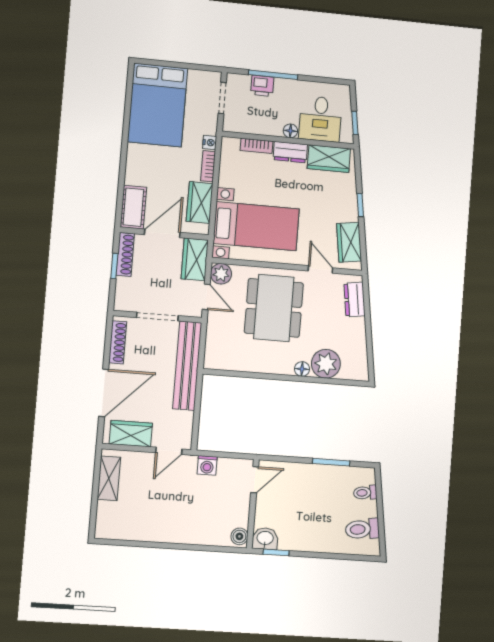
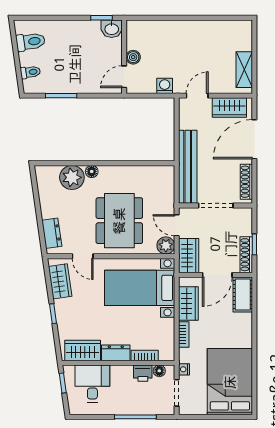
printer: (262, 86) -> (143, 373), moved, turned 180
floor lamp: (290, 131) -> (159, 371), moved
nightstand: (210, 143) -> (184, 369), moved
boiler: (239, 536) -> (133, 57), moved

